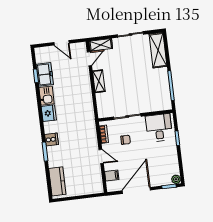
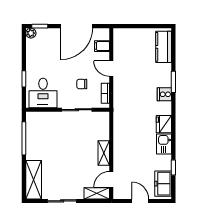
freezer: (45, 74) -> (163, 184), moved

